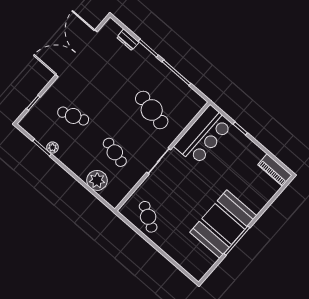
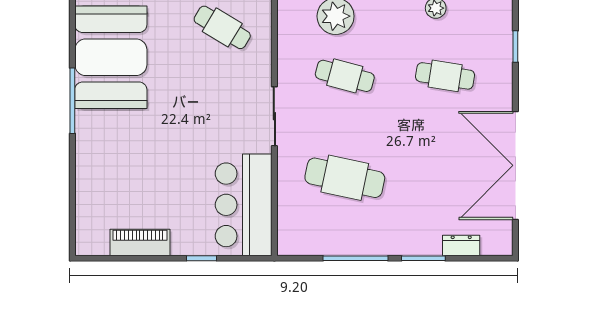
double door: (76, 53) -> (515, 165), swing flipped
cafe table: (73, 116) -> (445, 76), turned 30
piano: (275, 170) -> (140, 242), moved
booth: (223, 224) -> (111, 57), moved

